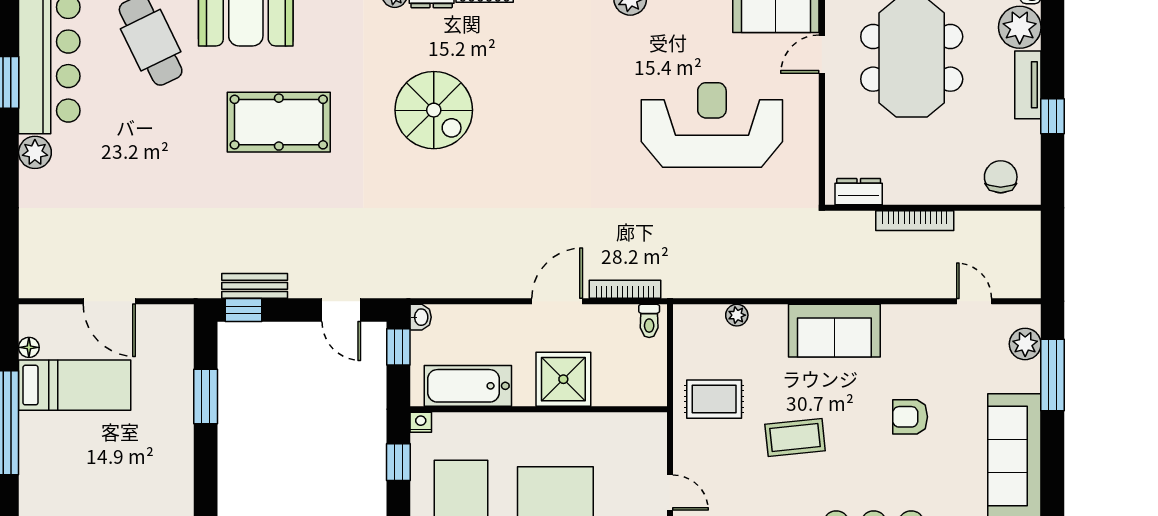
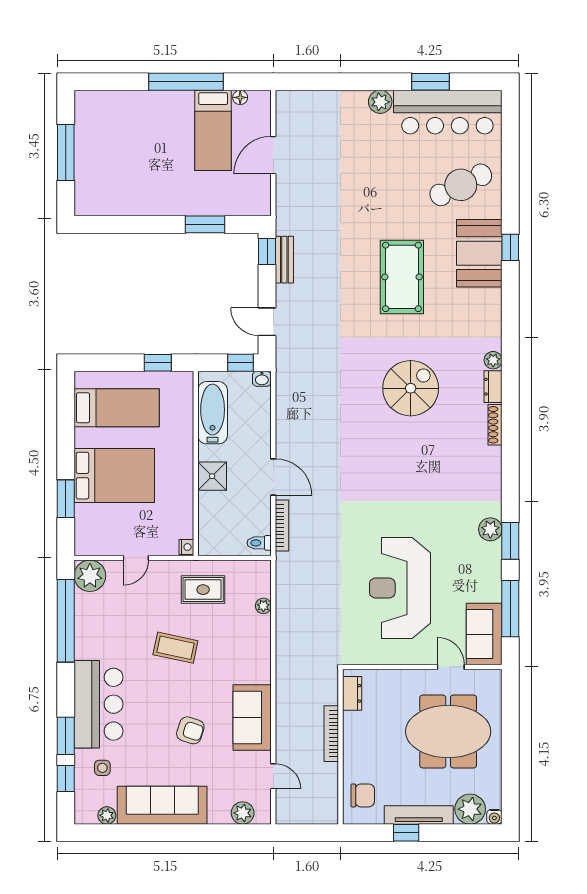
tv unit: (1028, 85) -> (419, 815), width x1.41
spiral stairs: (434, 110) -> (411, 388), turned 180
reception desk: (712, 125) -> (400, 588), turned 180
door: (974, 301) -> (273, 776), hinge flipped
door: (341, 310) -> (267, 322), hinge flipped
sofa: (834, 331) -> (252, 717), moved
window: (1053, 375) -> (220, 833), removed
shower: (563, 379) -> (212, 476), width x0.73, depth x0.73
rug: (714, 399) -> (203, 590), turned 90
armchair: (910, 417) -> (190, 730), turned 108
nightstand: (421, 422) -> (186, 547), moved
coffee table: (795, 437) -> (175, 648), turned -72

